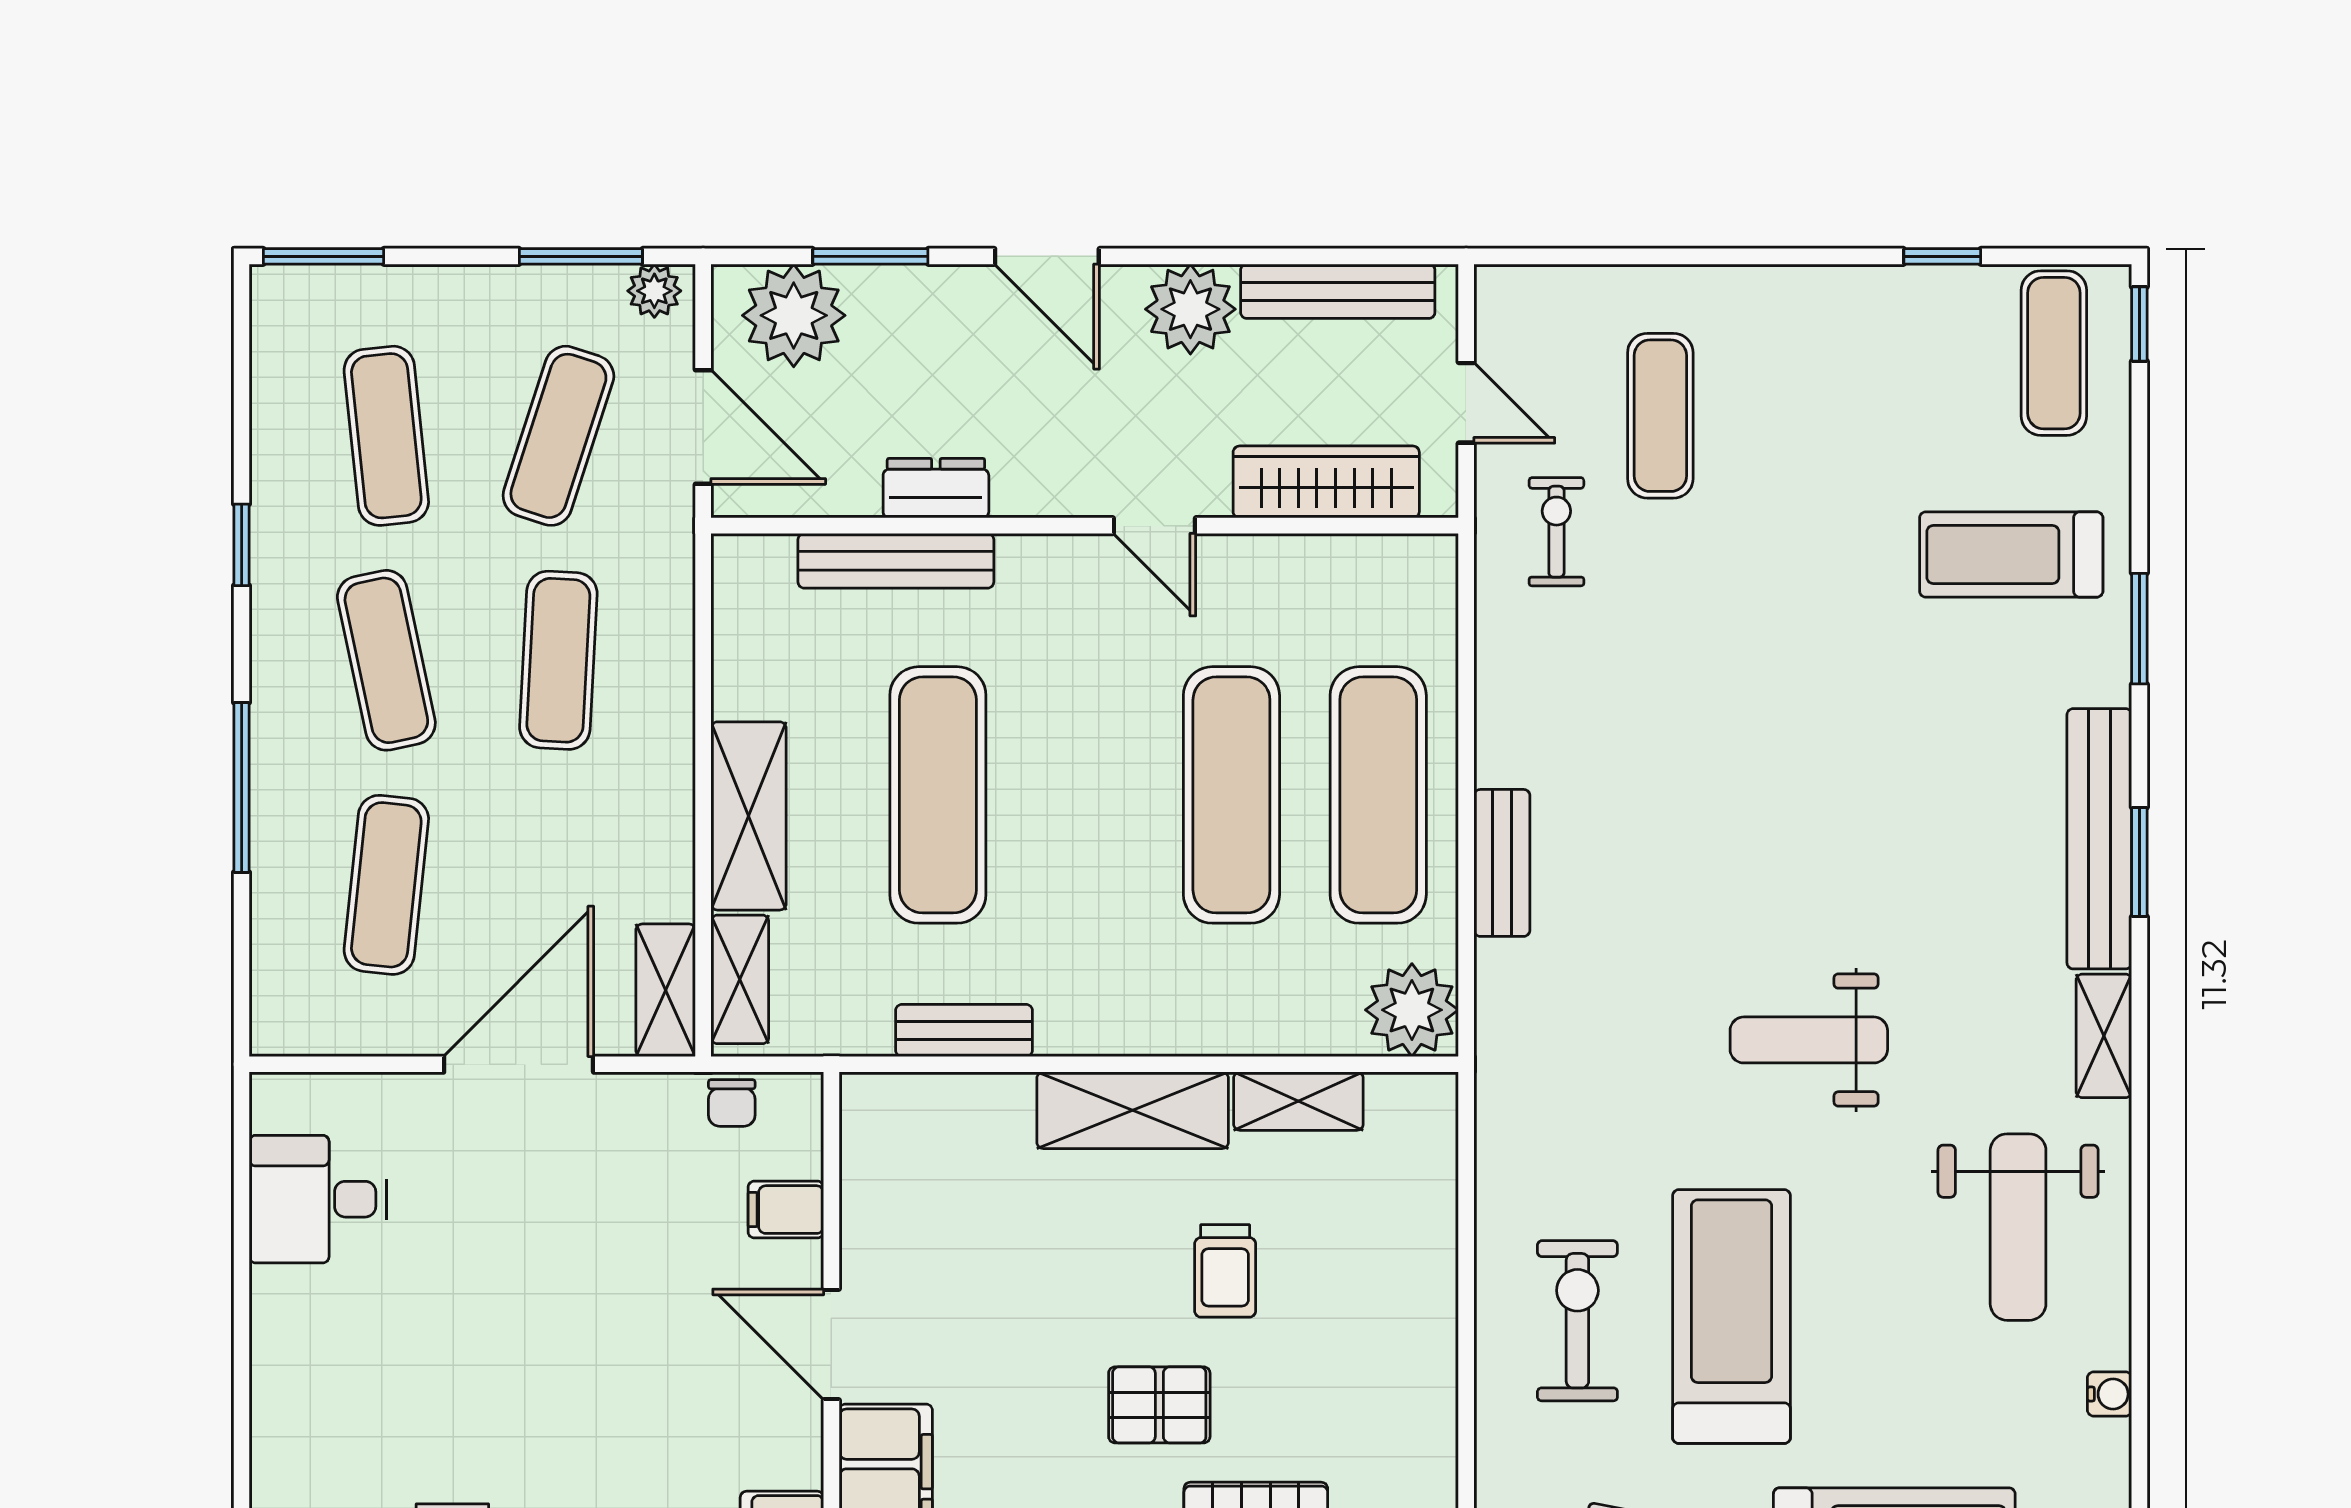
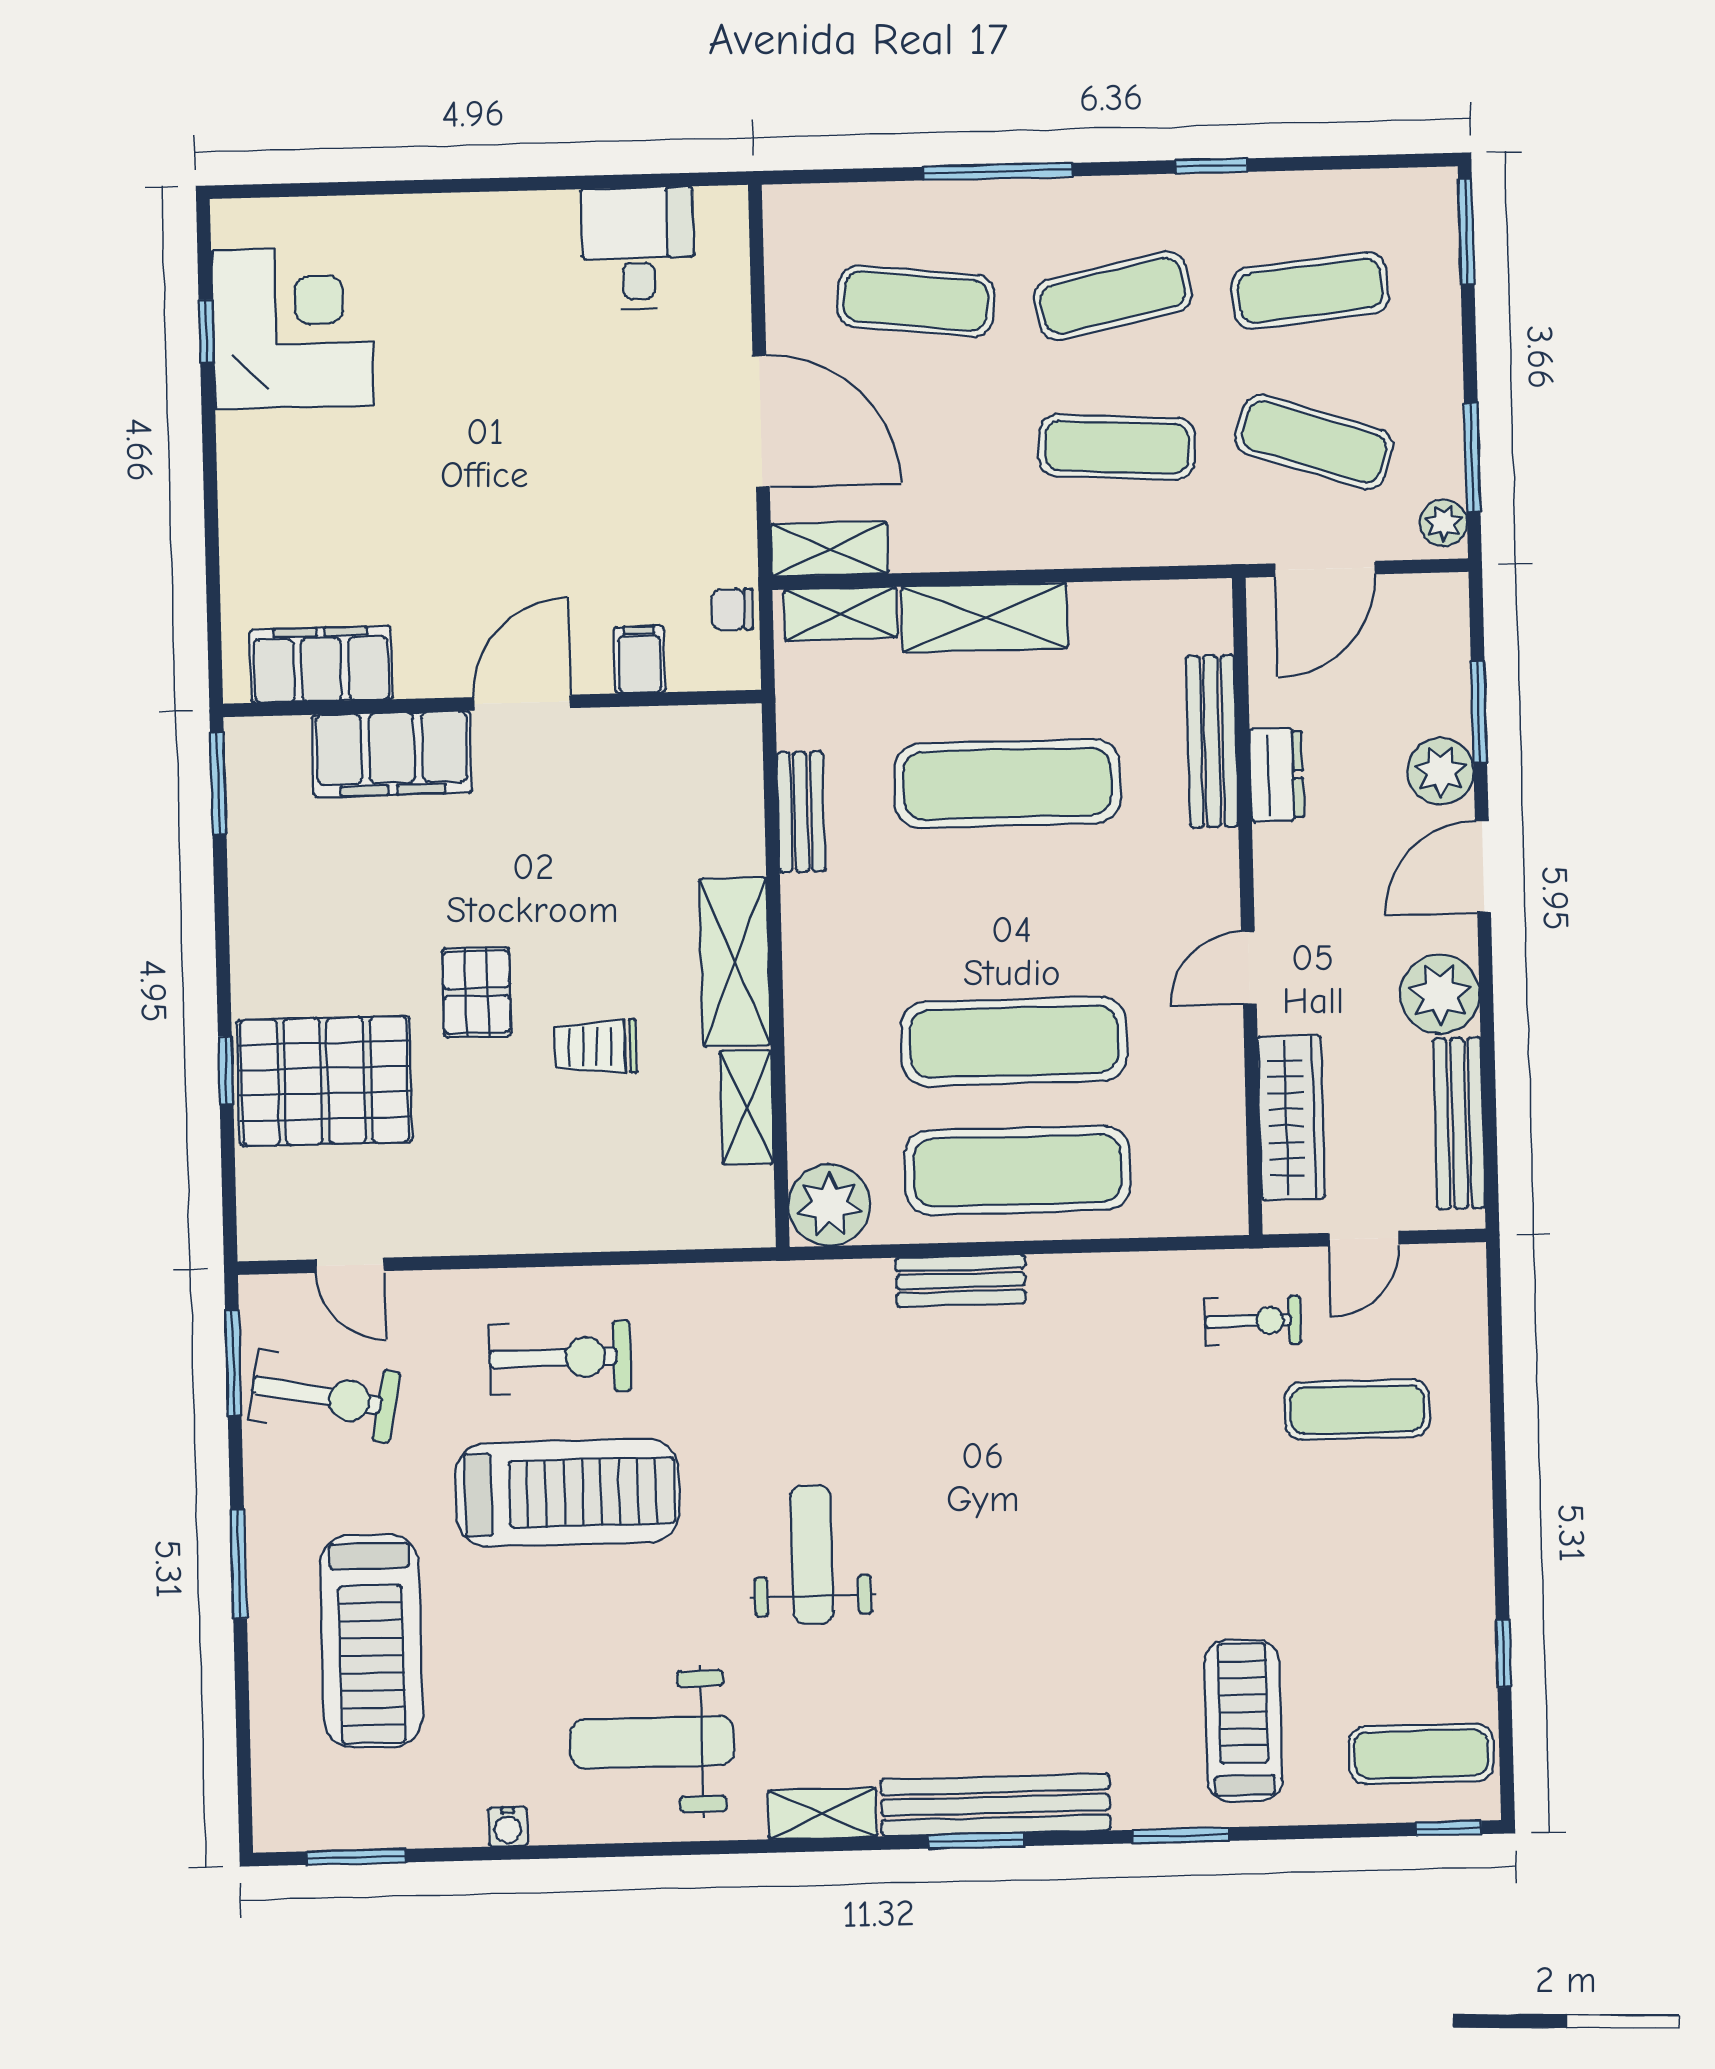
plant: (794, 315) -> (1441, 771), moved, width x0.73, depth x0.73

